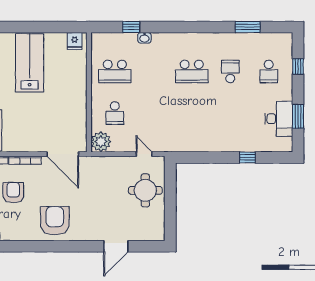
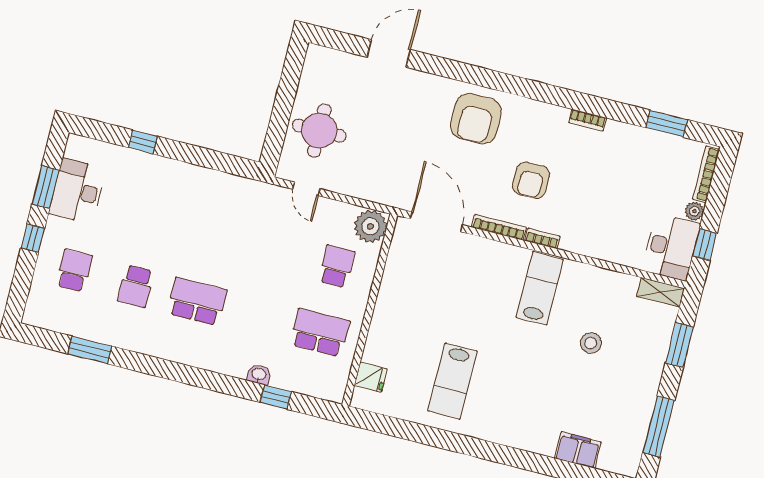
fridge: (75, 41) -> (371, 377), moved, turned 90
lab bench: (30, 63) -> (452, 381), width x0.73, depth x0.72
window: (298, 66) -> (33, 238), moved

